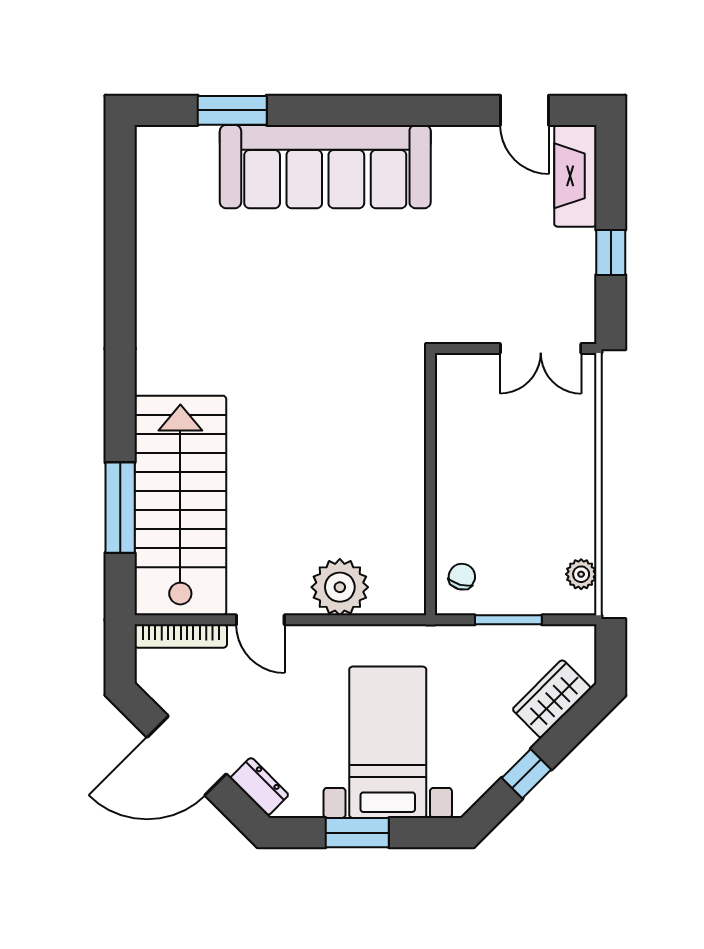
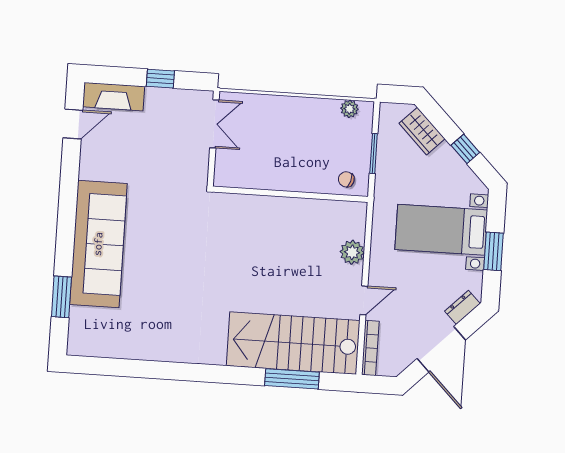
plant: (340, 587) -> (352, 252), width x0.73, depth x0.73

